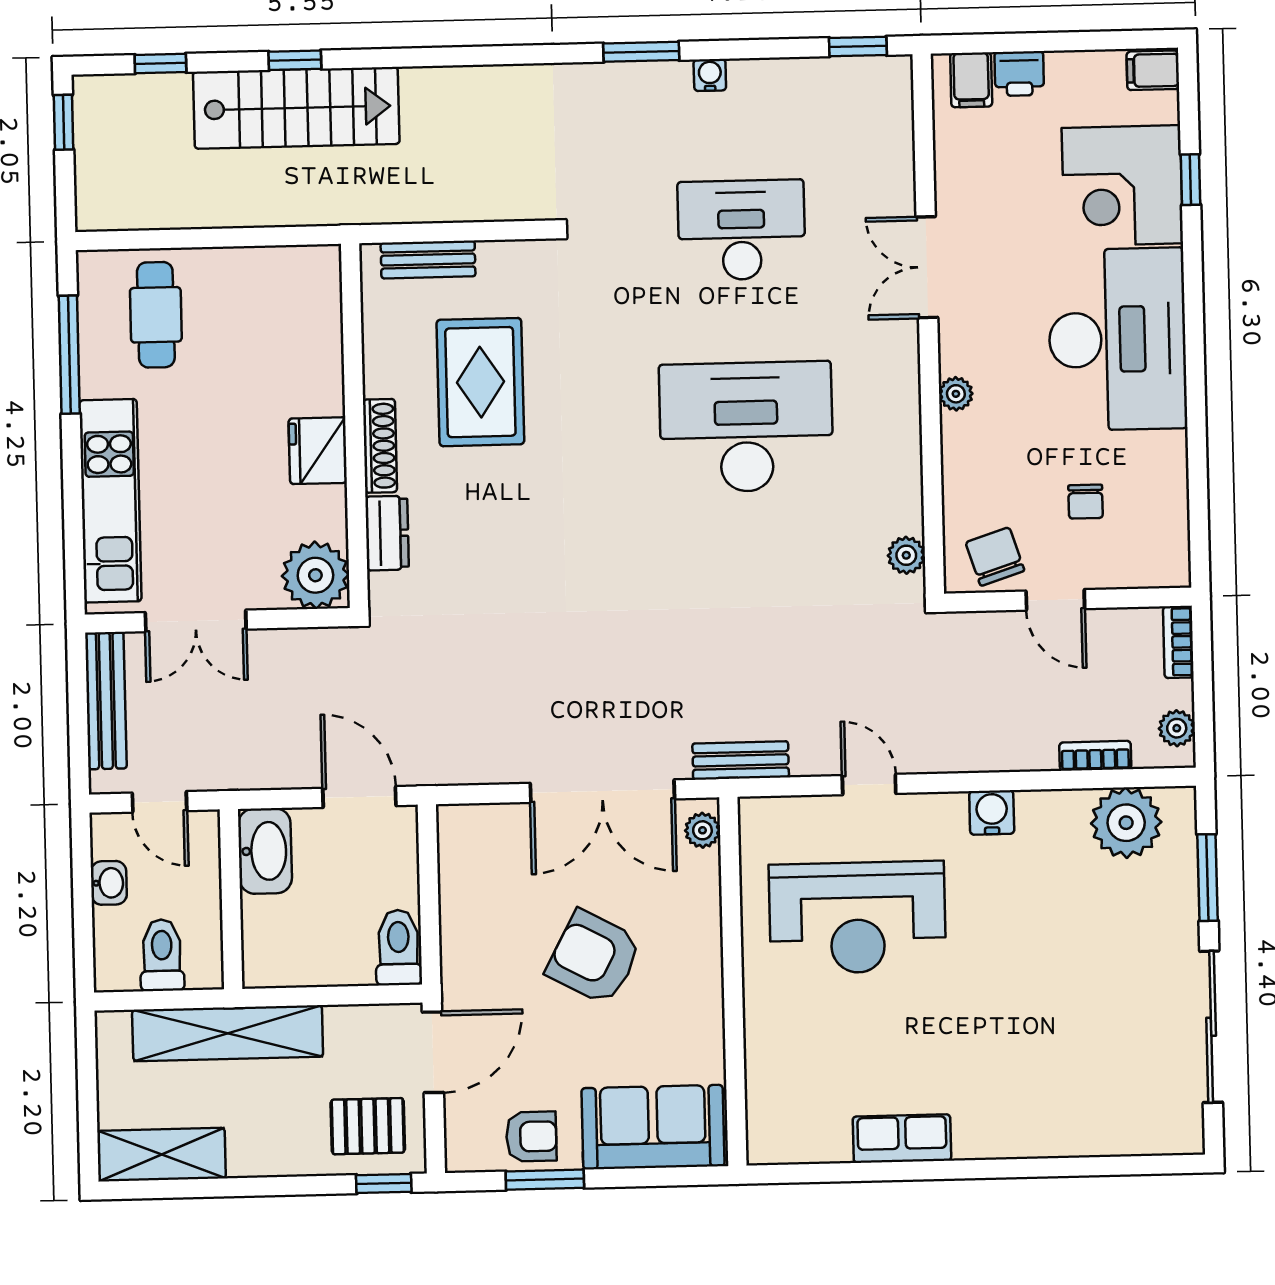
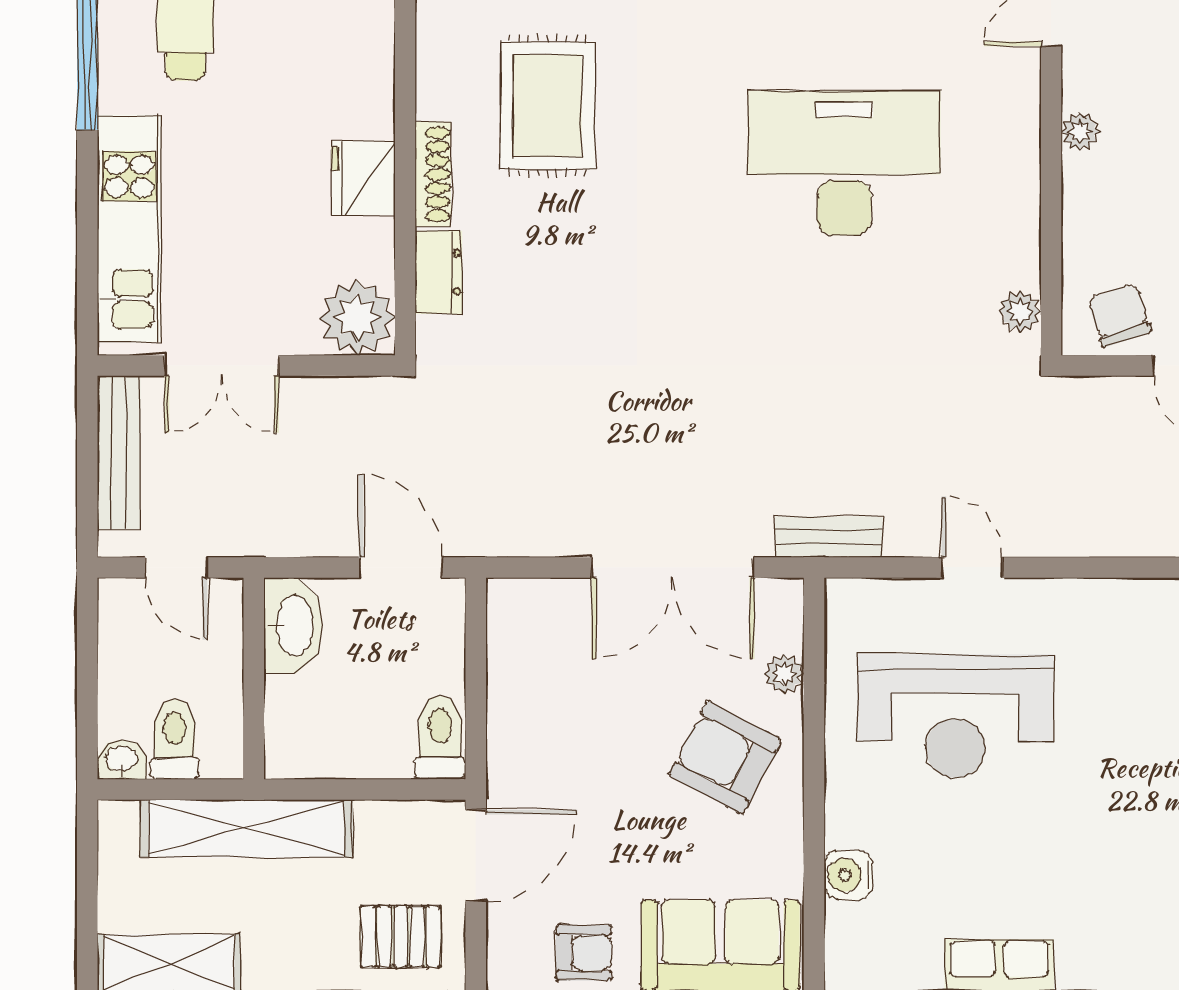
water cooler: (992, 812) -> (849, 875), moved, turned -90
plant: (702, 830) -> (784, 674), moved
washbasin: (109, 883) -> (122, 760), moved, turned -90
armchair: (594, 957) -> (725, 757), moved

